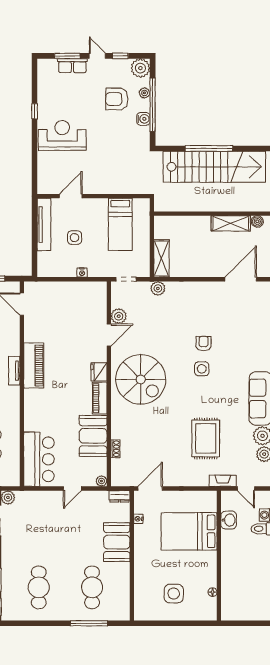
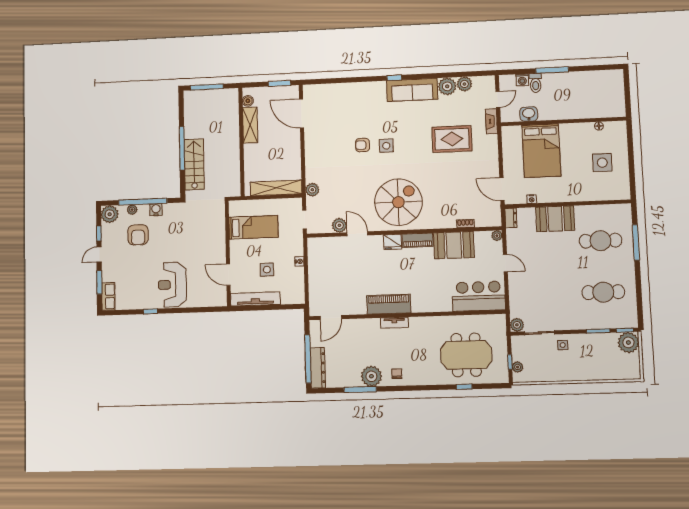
row of seats: (72, 66) -> (108, 296), moved
stairs: (214, 167) -> (194, 164), width x0.54, depth x0.66
shelving: (161, 258) -> (276, 188), width x1.47

